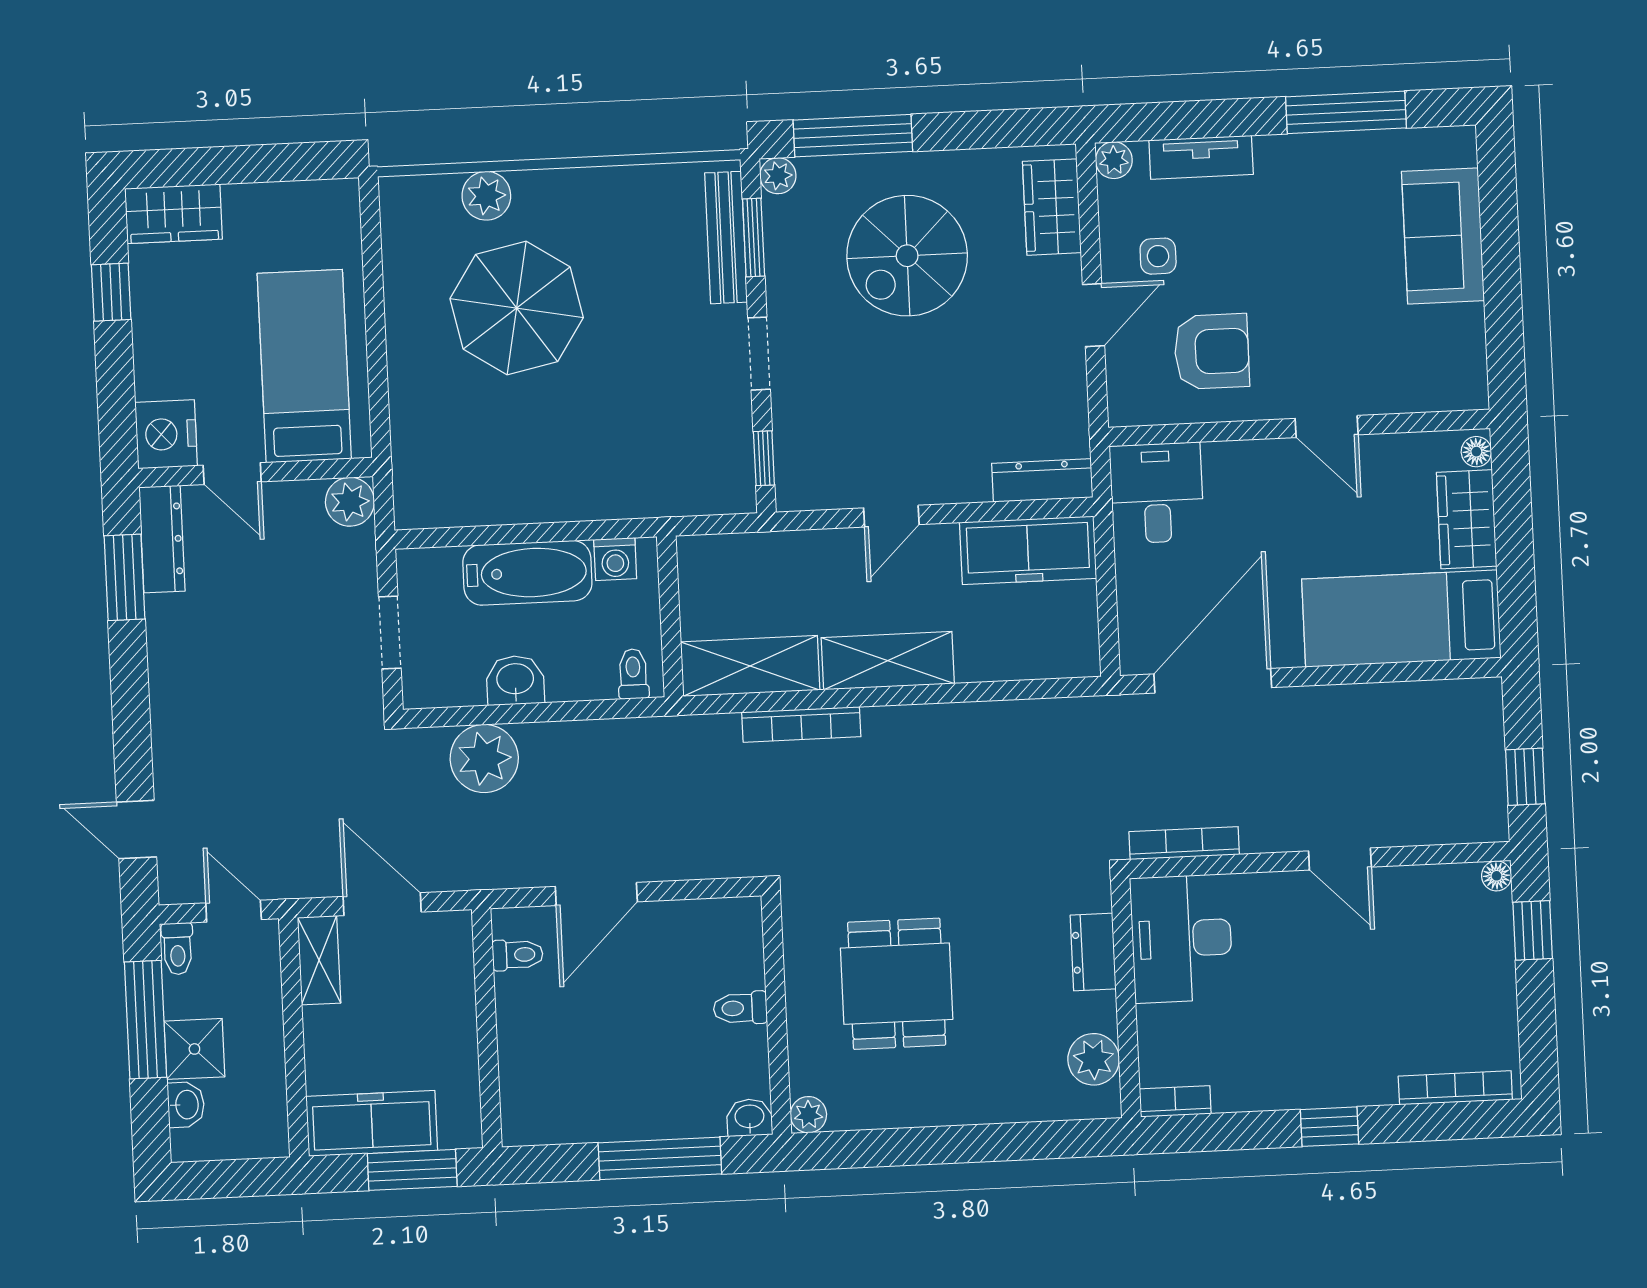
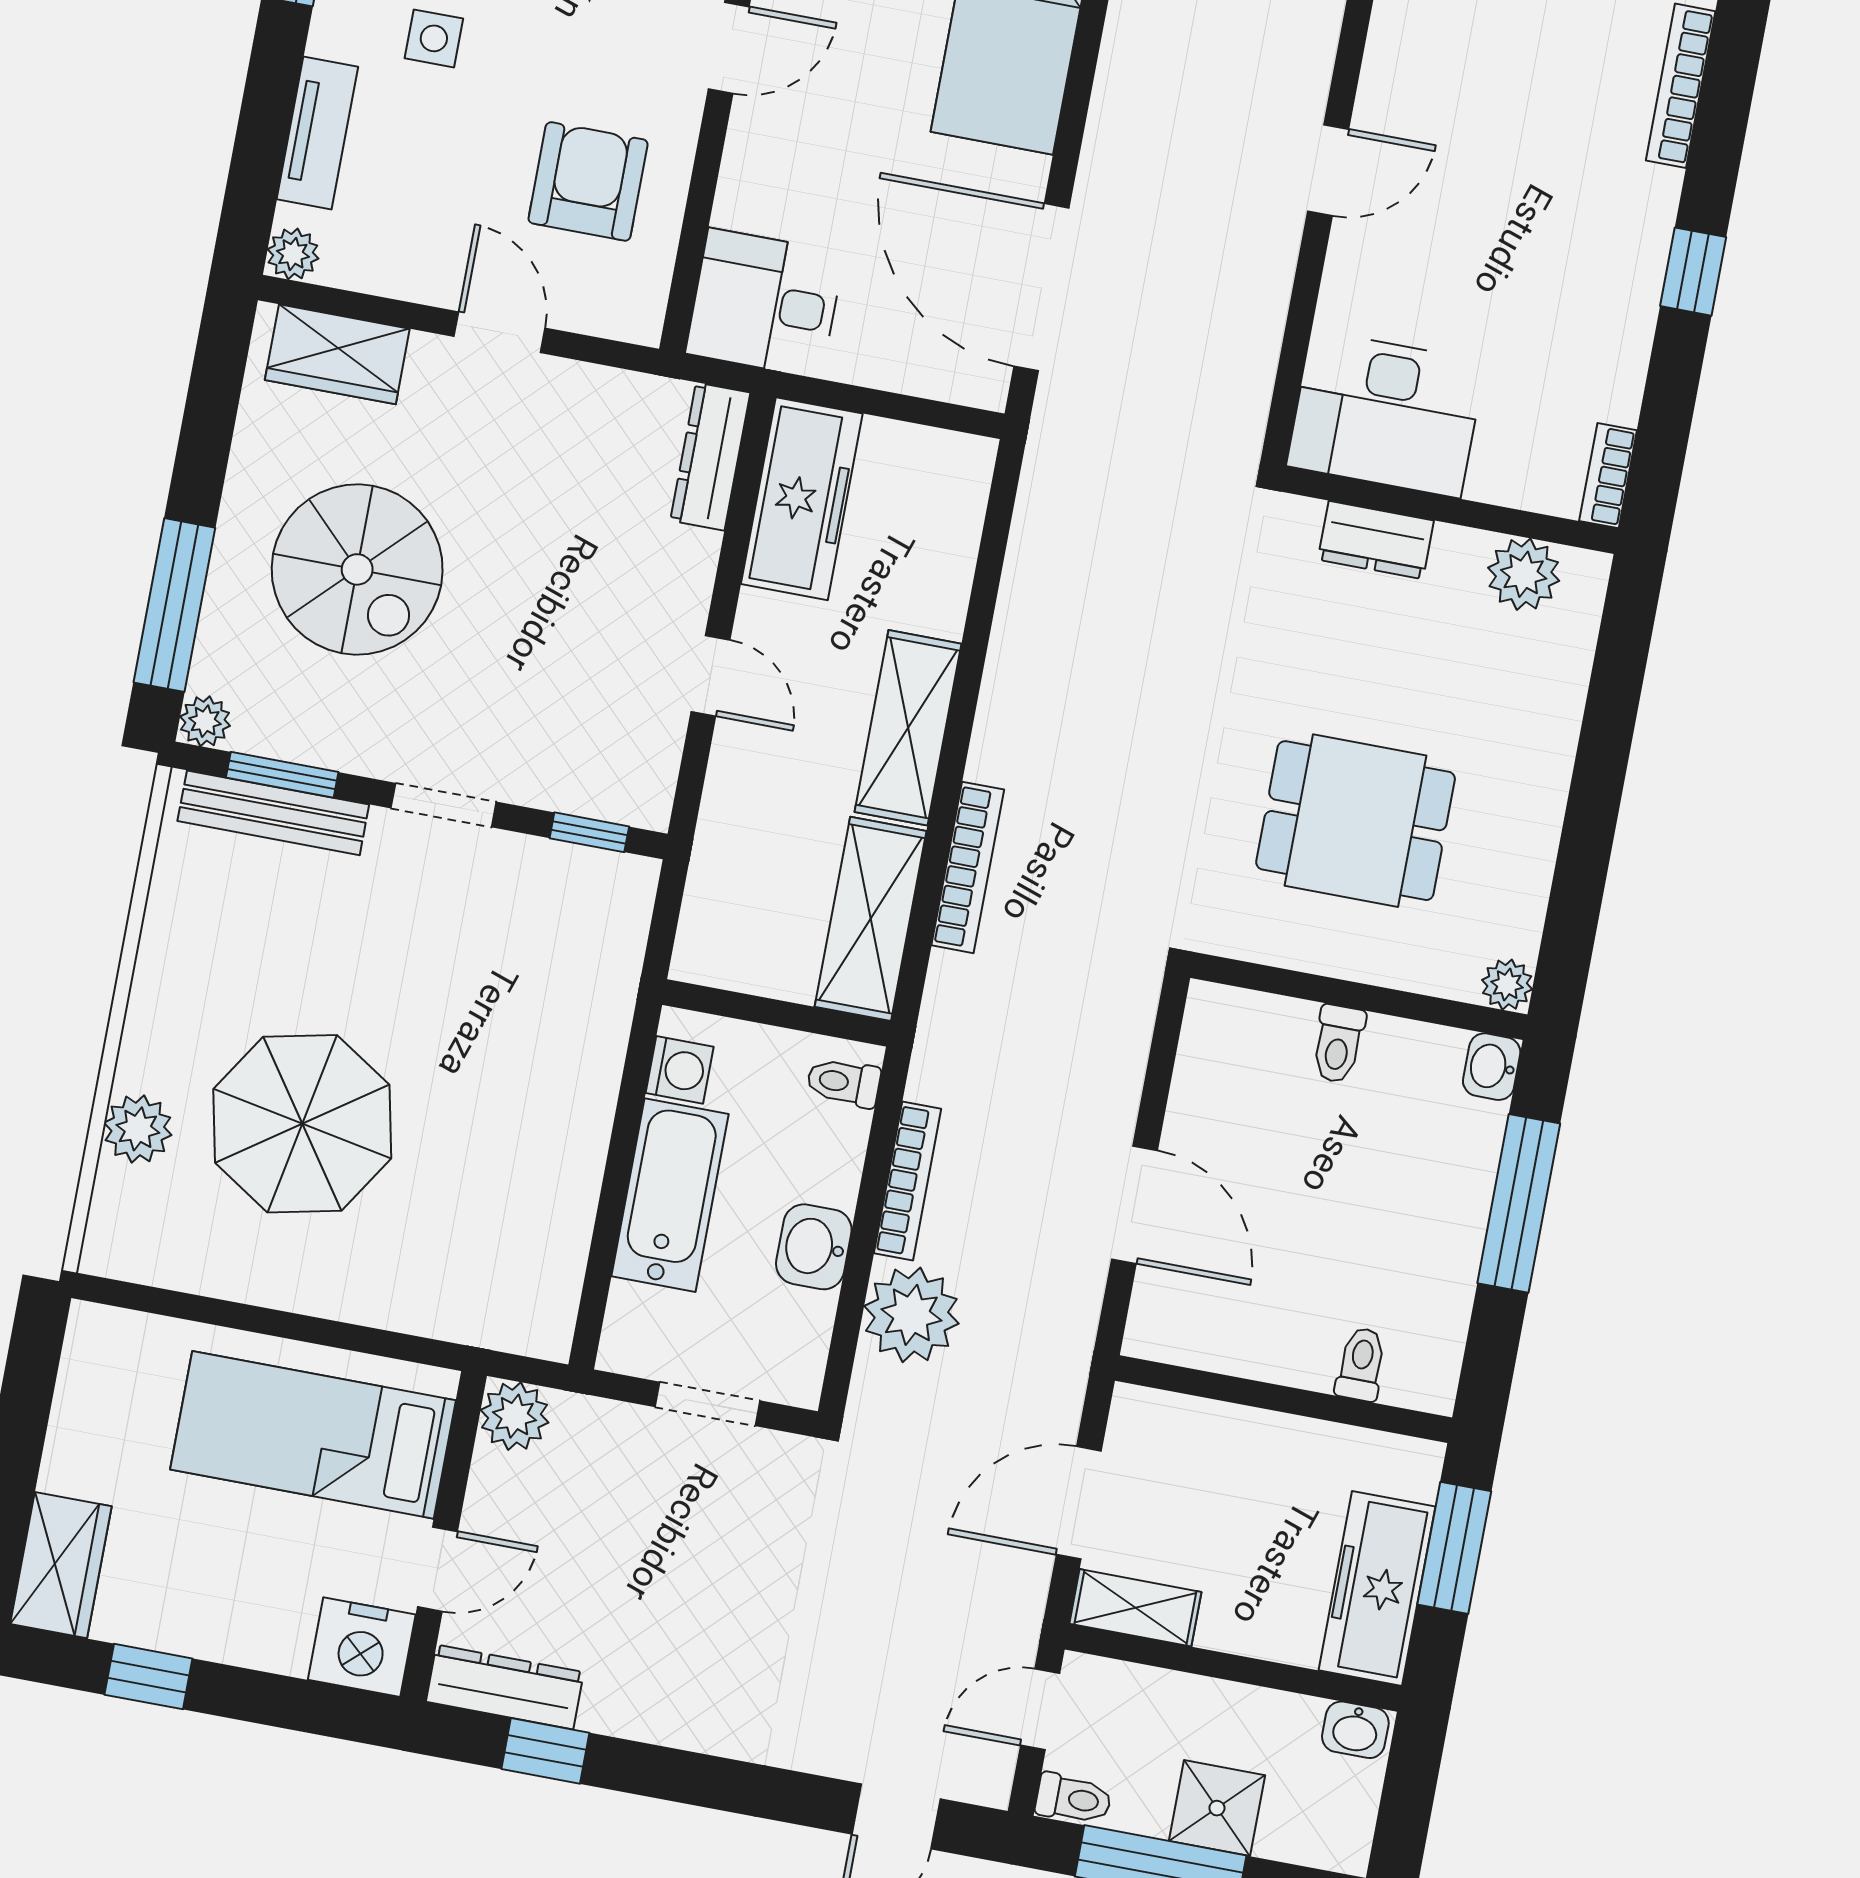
side table: (1158, 256) -> (434, 38), moved
window: (125, 577) -> (545, 1751), width x0.67
bookcase: (1184, 843) -> (908, 1181), moved, turned 180
toilet: (518, 955) -> (1361, 1364), moved
washbasin: (186, 1105) -> (1355, 1730), moved, turned 180

